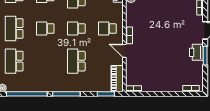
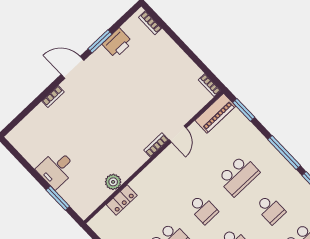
school desk: (107, 29) -> (270, 209), moved
printer: (196, 52) -> (117, 43), moved

